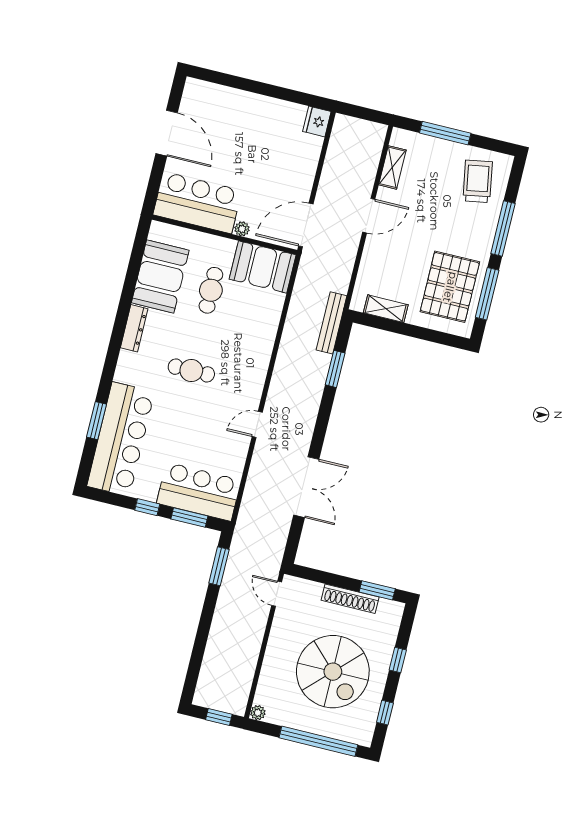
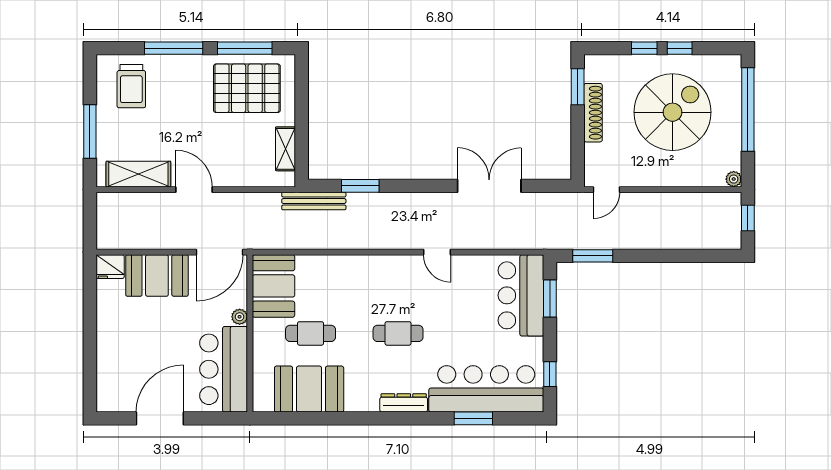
booth: (298, 162) -> (157, 276), added
shelving: (392, 167) -> (138, 174), width x1.50, depth x1.33
trolley: (478, 181) -> (131, 86), turned -80
door: (306, 225) -> (220, 252), hinge flipped
dresser: (134, 328) -> (404, 403), moved
cafe table: (191, 371) -> (398, 333), turned 90
window: (147, 507) -> (550, 374), moved
window: (385, 713) -> (680, 48), moved

